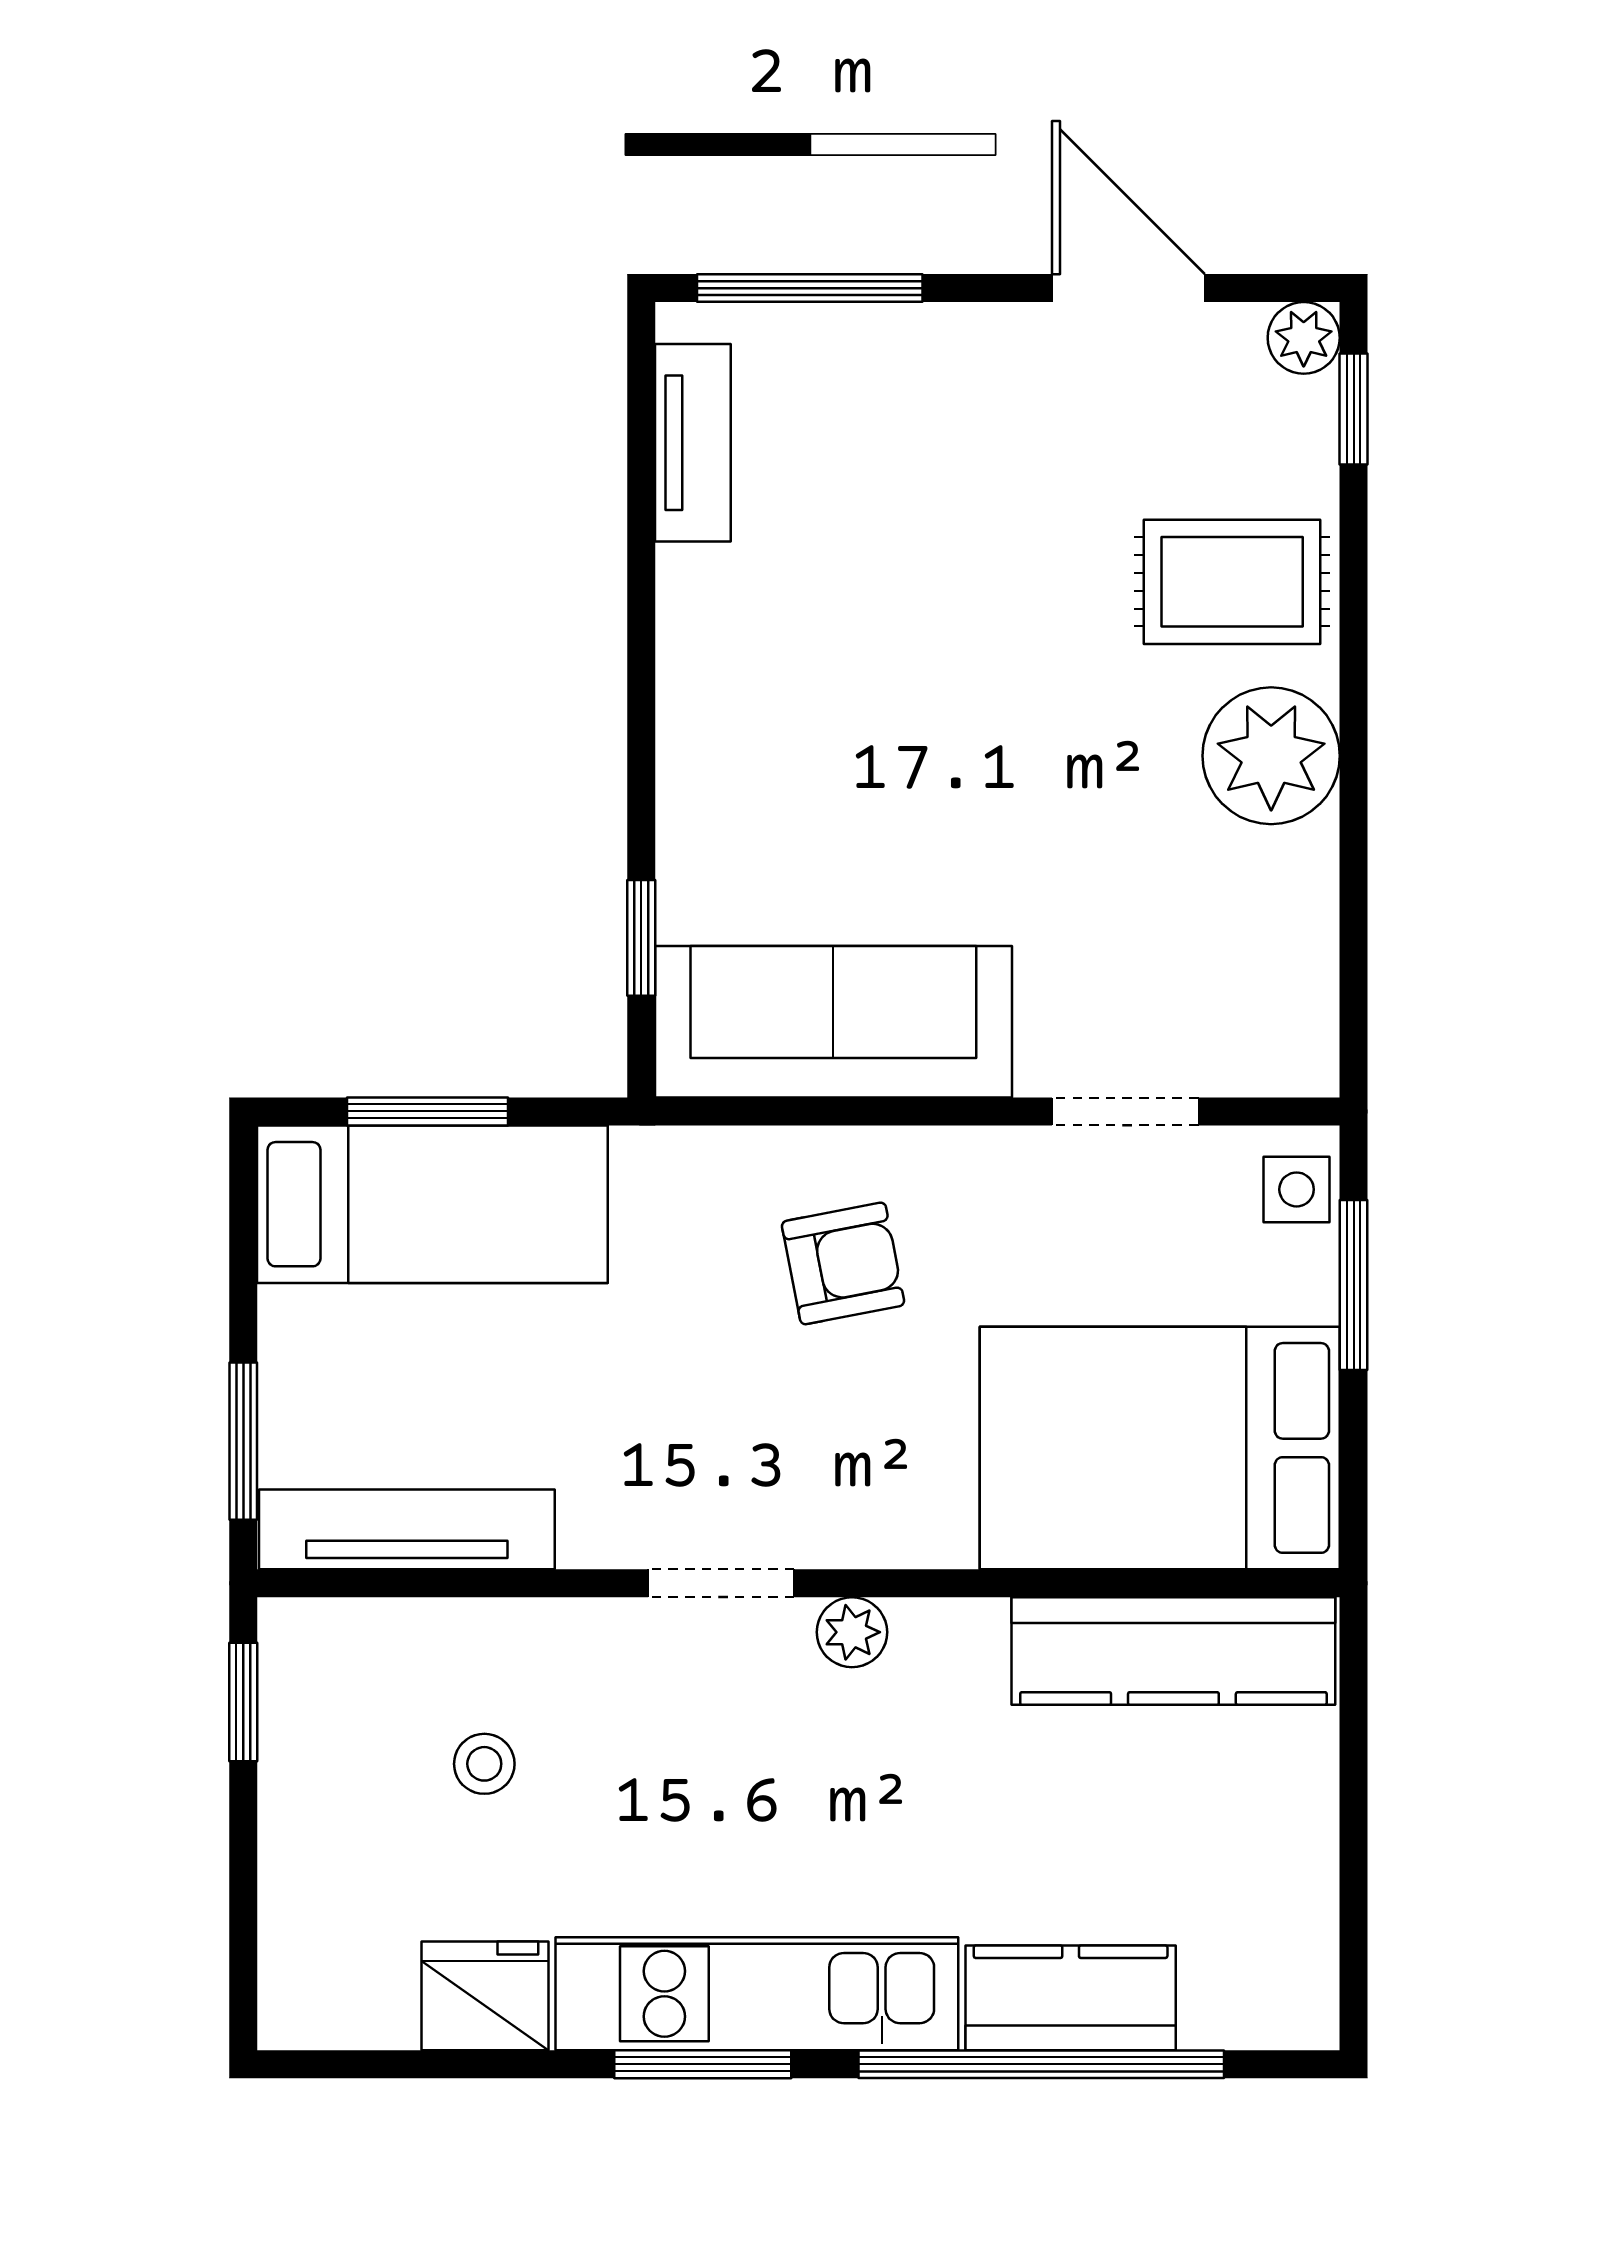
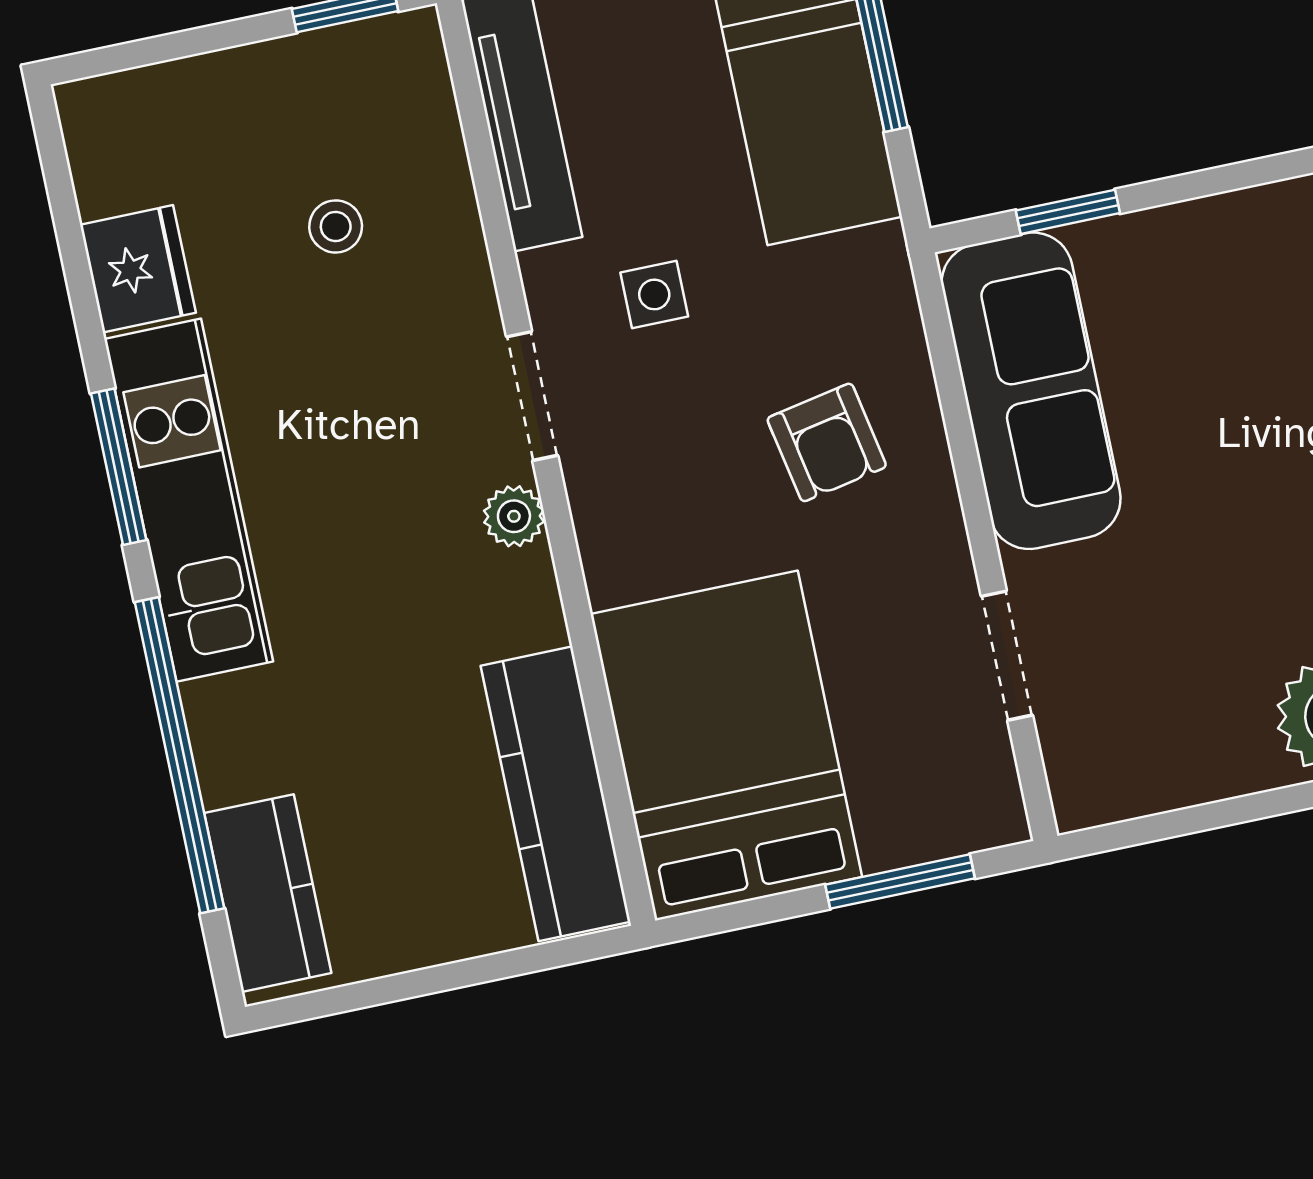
side table: (1297, 1189) -> (654, 294), moved
kitchen counter: (1071, 1998) -> (268, 893), moved

